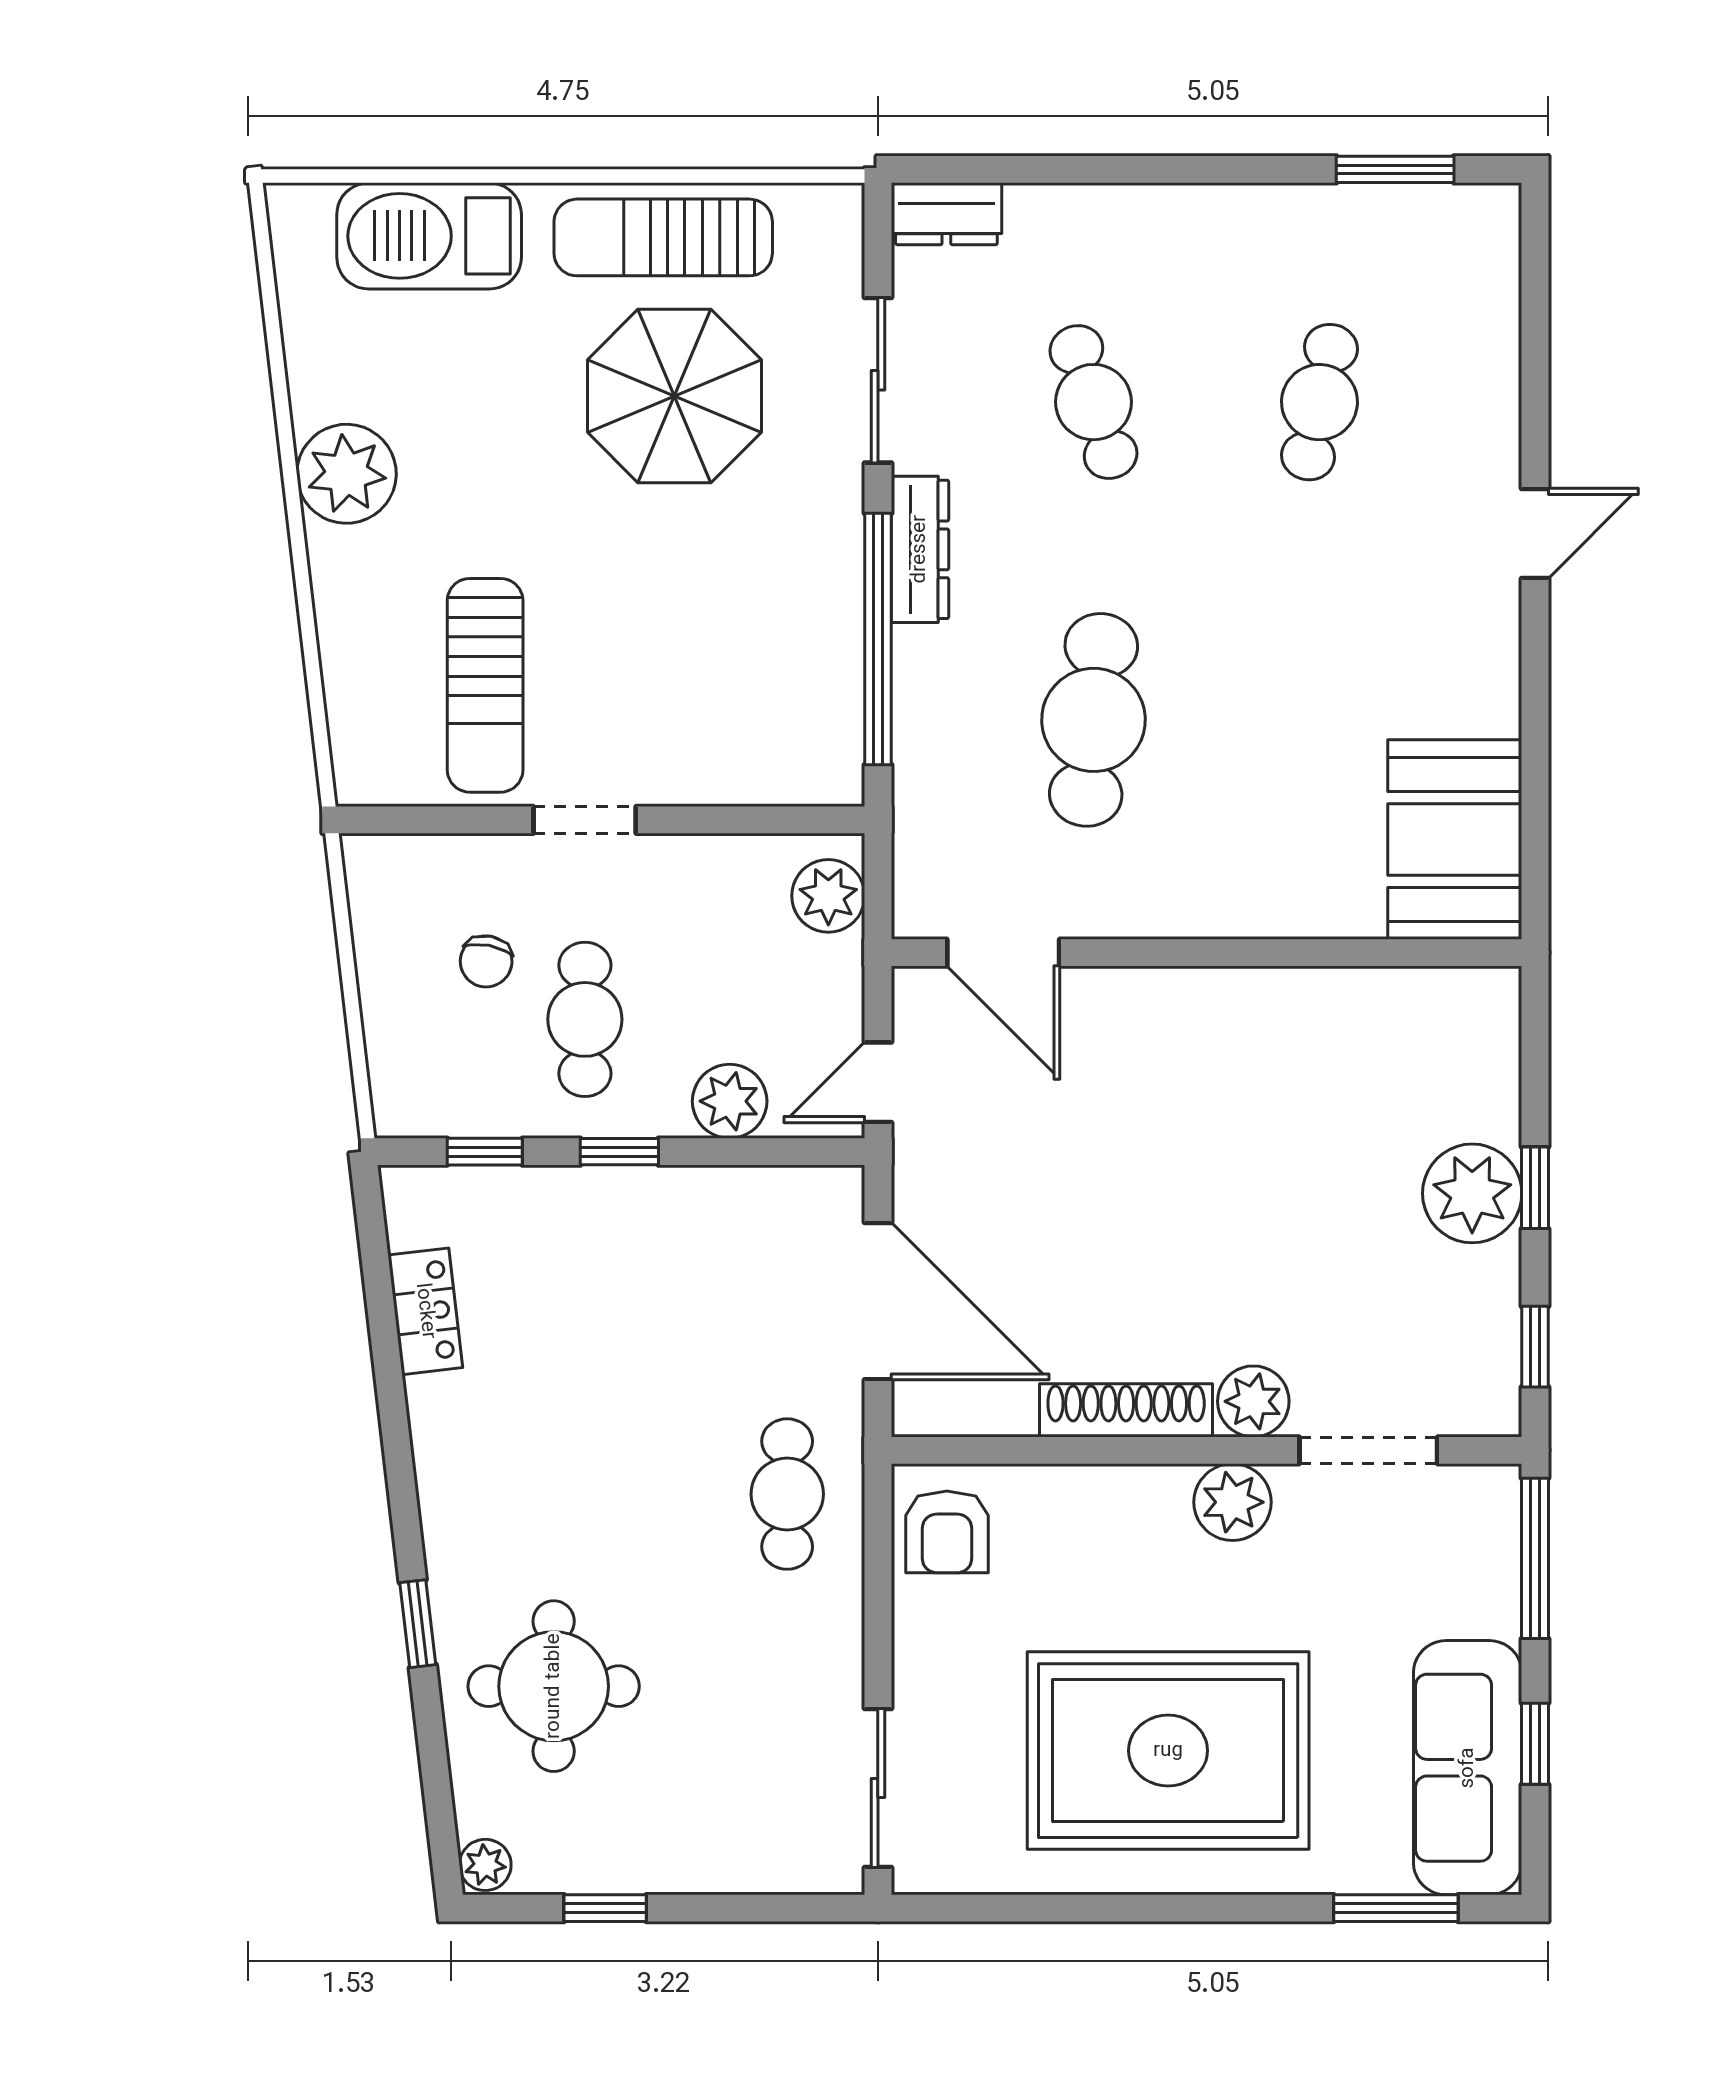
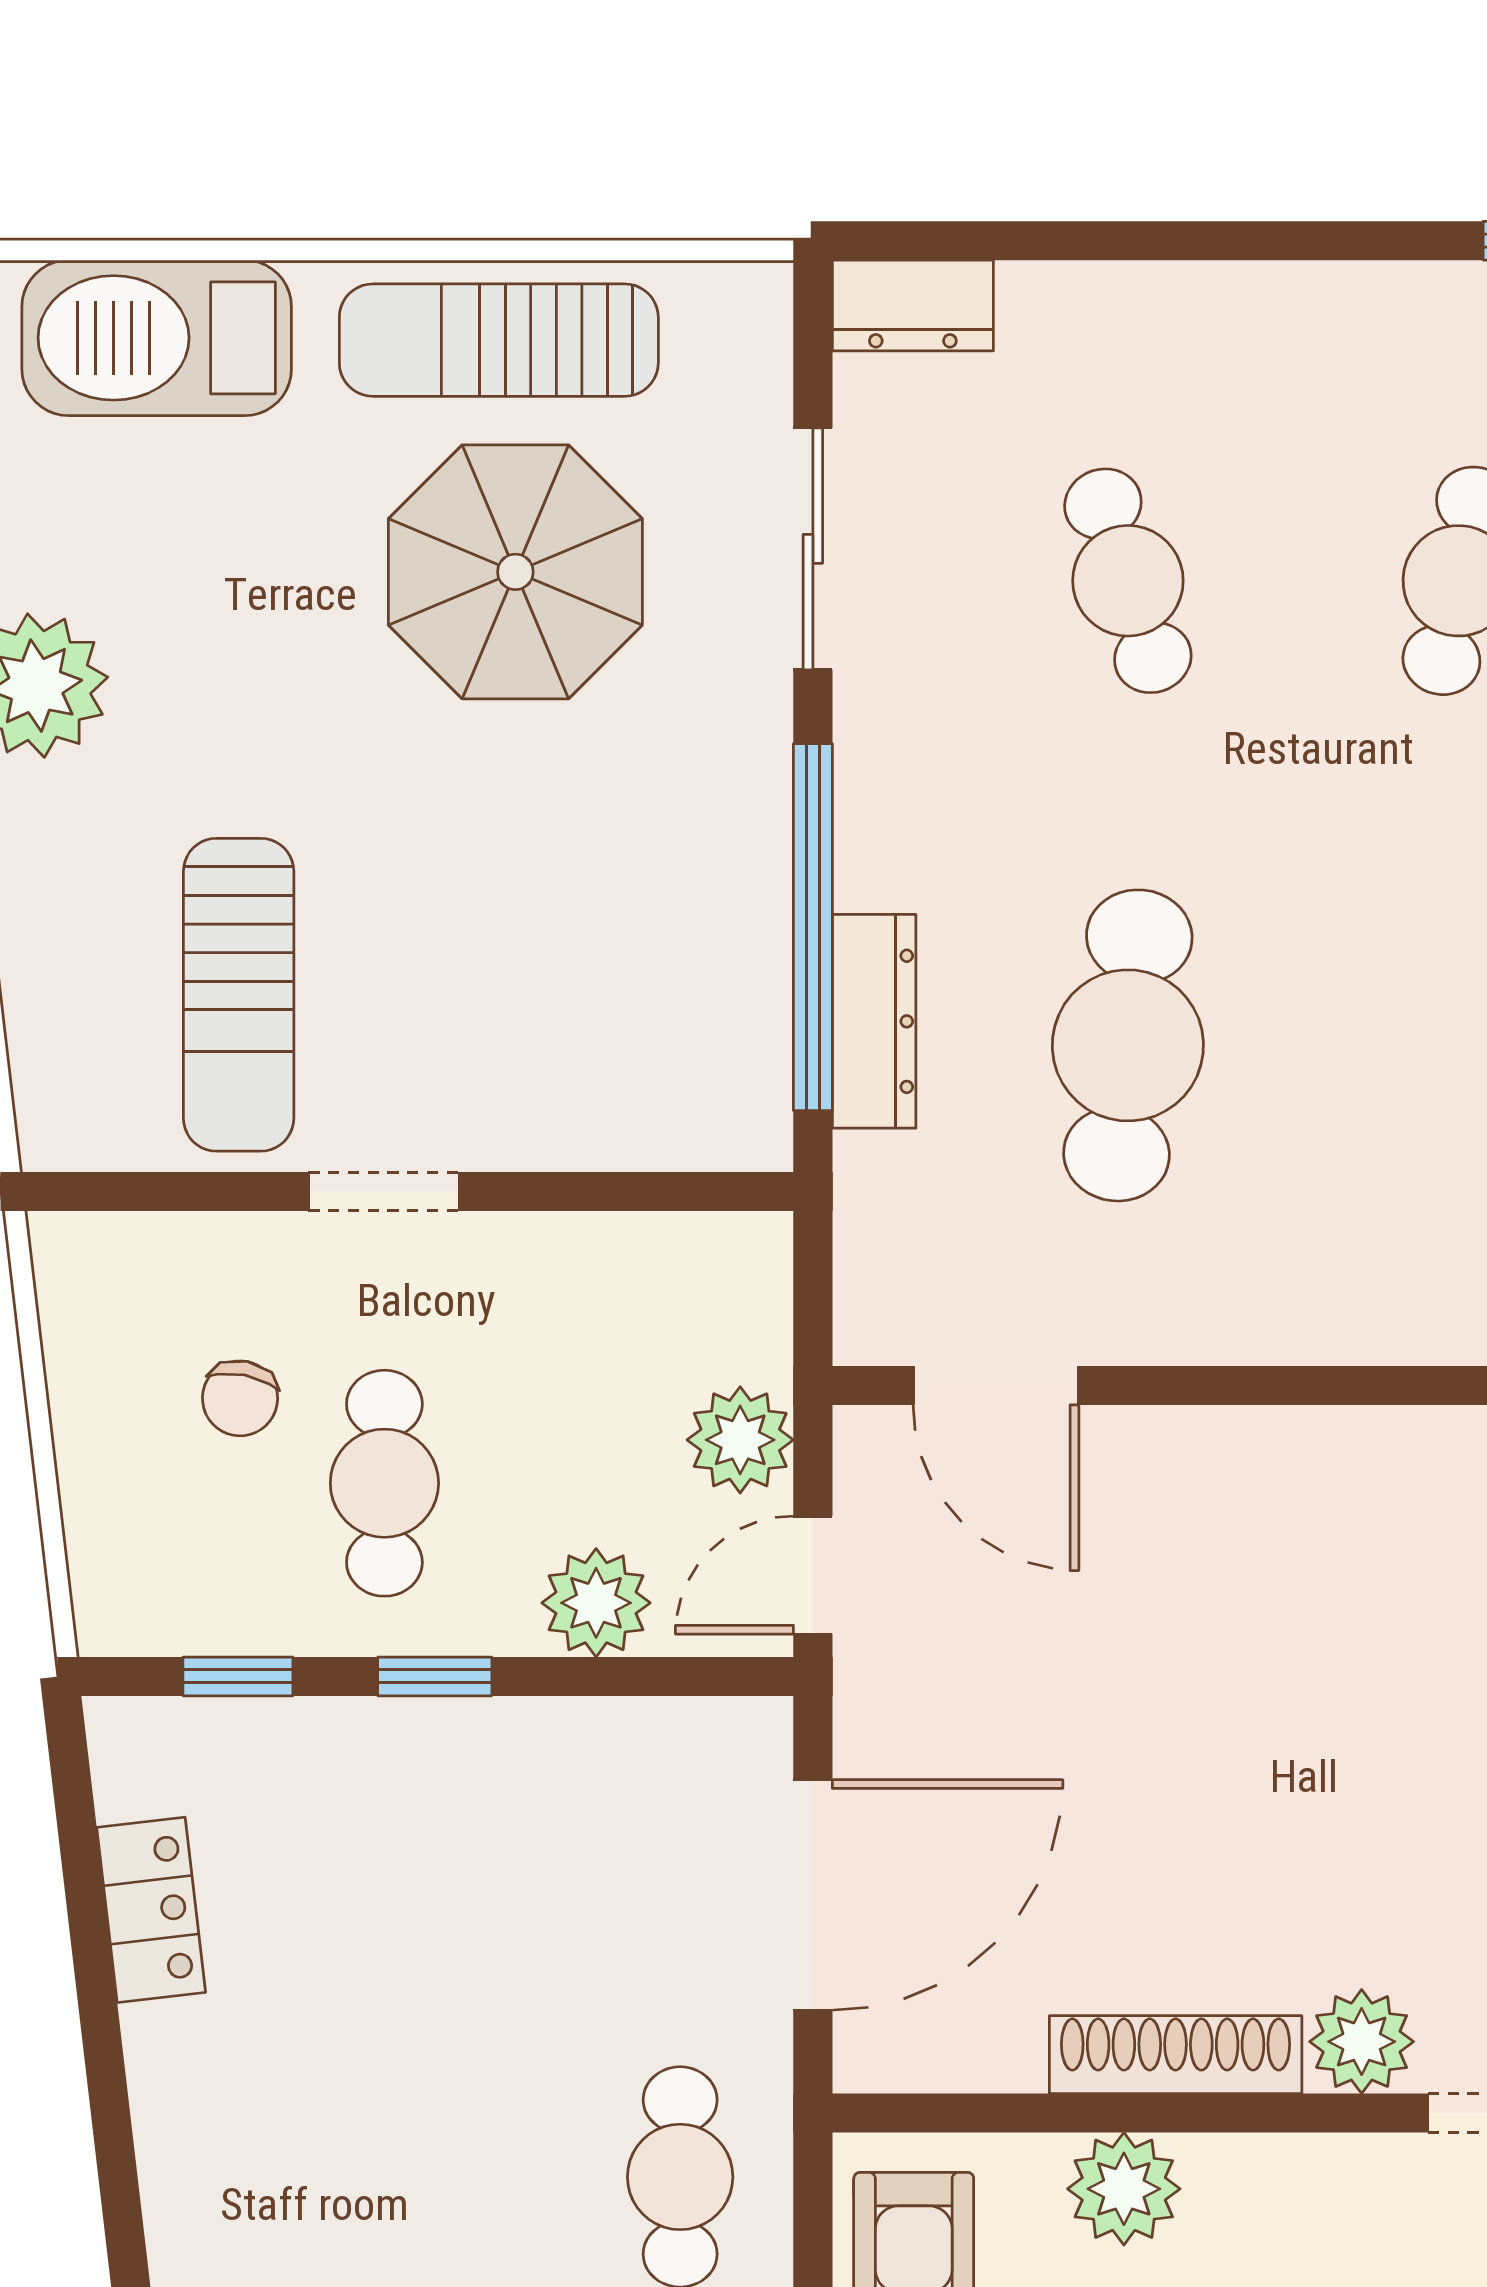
dresser: (920, 549) -> (874, 1021), moved
plant: (828, 896) -> (740, 1440), moved
door: (878, 1301) -> (813, 1895), hinge flipped
plant: (1233, 1502) -> (1124, 2189), moved

